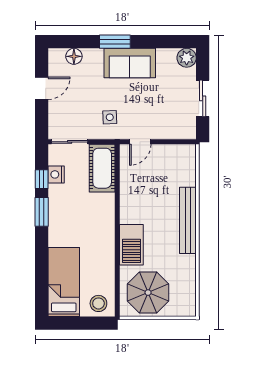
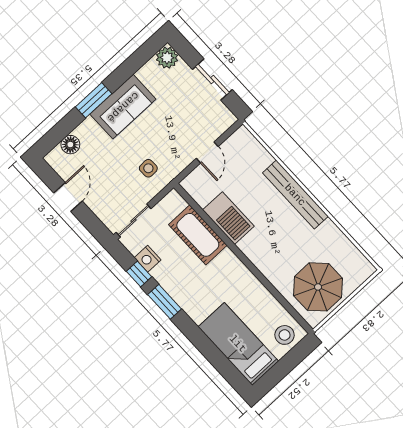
door: (140, 142) -> (207, 152), moved
cot: (102, 168) -> (198, 235), moved
barbecue: (131, 245) -> (228, 218), moved

